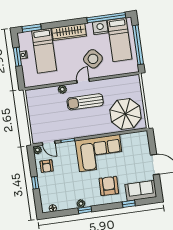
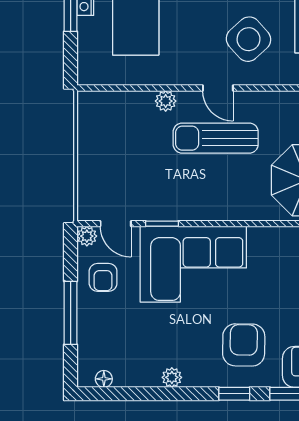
door: (83, 81) -> (218, 88), swing flipped
corner sofa: (99, 153) -> (193, 264), moved
window: (35, 183) -> (71, 313), width x2.17
window: (85, 210) -> (234, 394), moved

